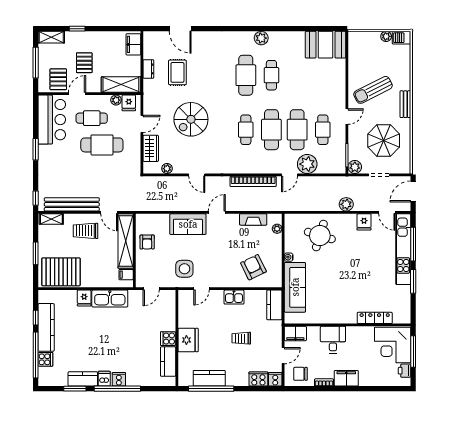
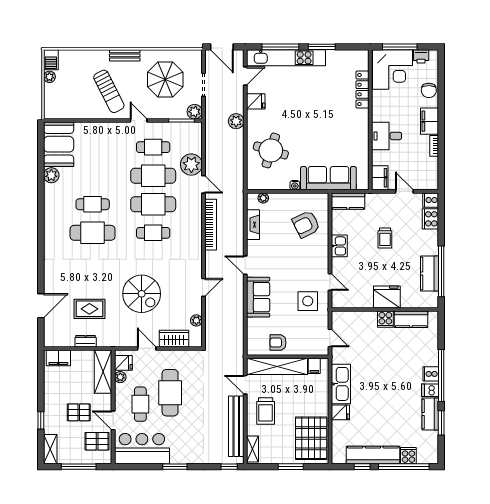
plant: (261, 38) -> (51, 175), moved
door: (109, 212) -> (245, 385), swing flipped
armchair: (147, 242) -> (278, 343), turned 180
chair: (300, 374) -> (429, 90), moved

